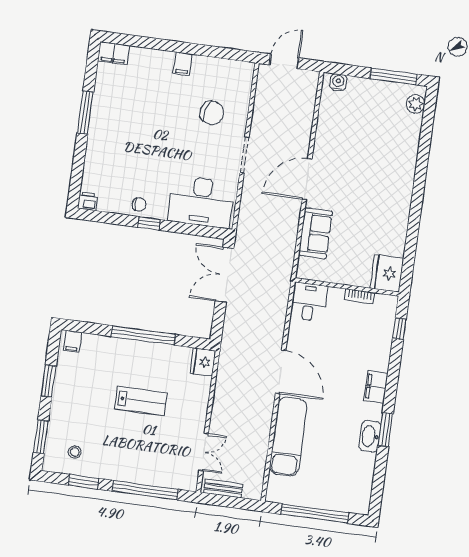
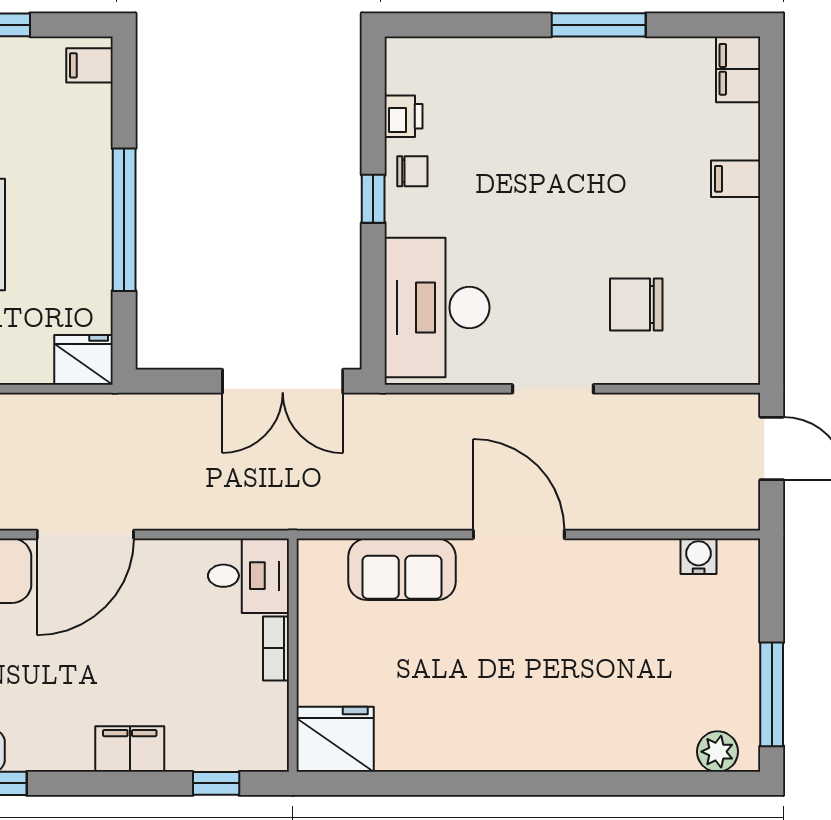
filing cabinet: (183, 64) -> (736, 179), moved
water cooler: (338, 82) -> (699, 556), moved, turned -90
chair: (212, 113) -> (636, 304), turned 74
printer: (88, 201) -> (404, 116), moved
chair: (139, 204) -> (412, 171), turned -90
double door: (225, 275) -> (283, 381), swing flipped
bookcase: (359, 296) -> (276, 648), moved
filing cabinet: (376, 387) -> (130, 749), moved

